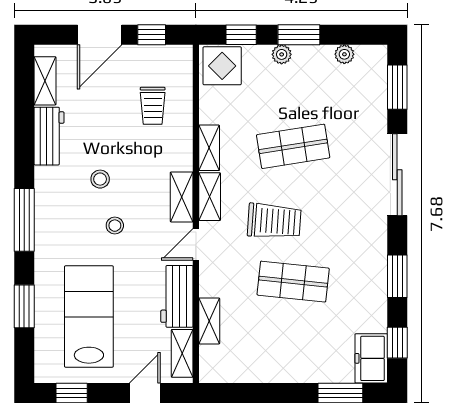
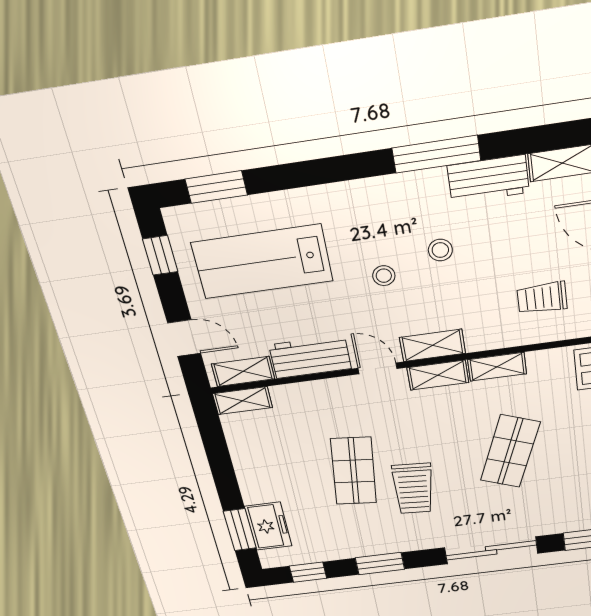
shop shelf: (293, 146) -> (510, 451), turned 30
window: (24, 220) -> (436, 154), moved
trolley: (274, 221) -> (413, 488), moved
window: (24, 306) -> (216, 187), moved
lab bench: (89, 316) -> (262, 262), turned 180
shelving: (209, 321) -> (242, 401), moved
freezer: (371, 358) -> (268, 526), moved, turned 90

